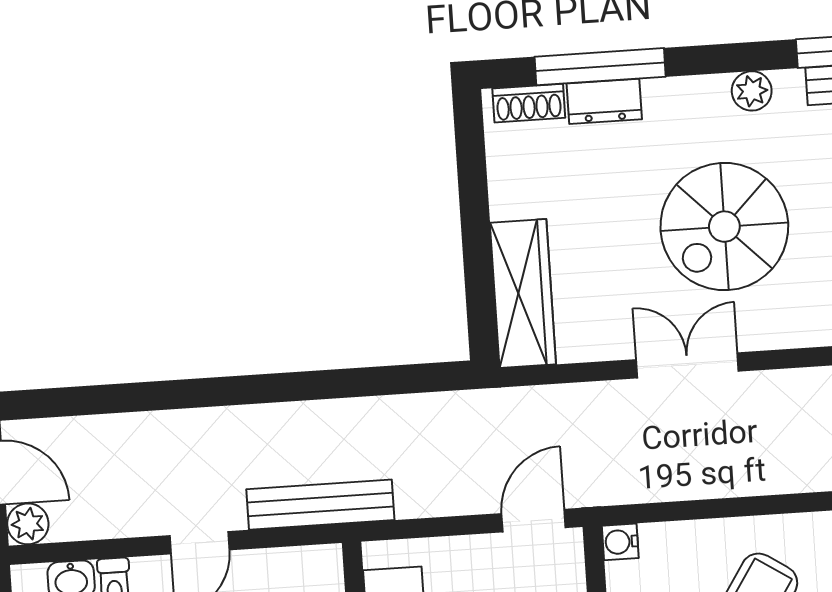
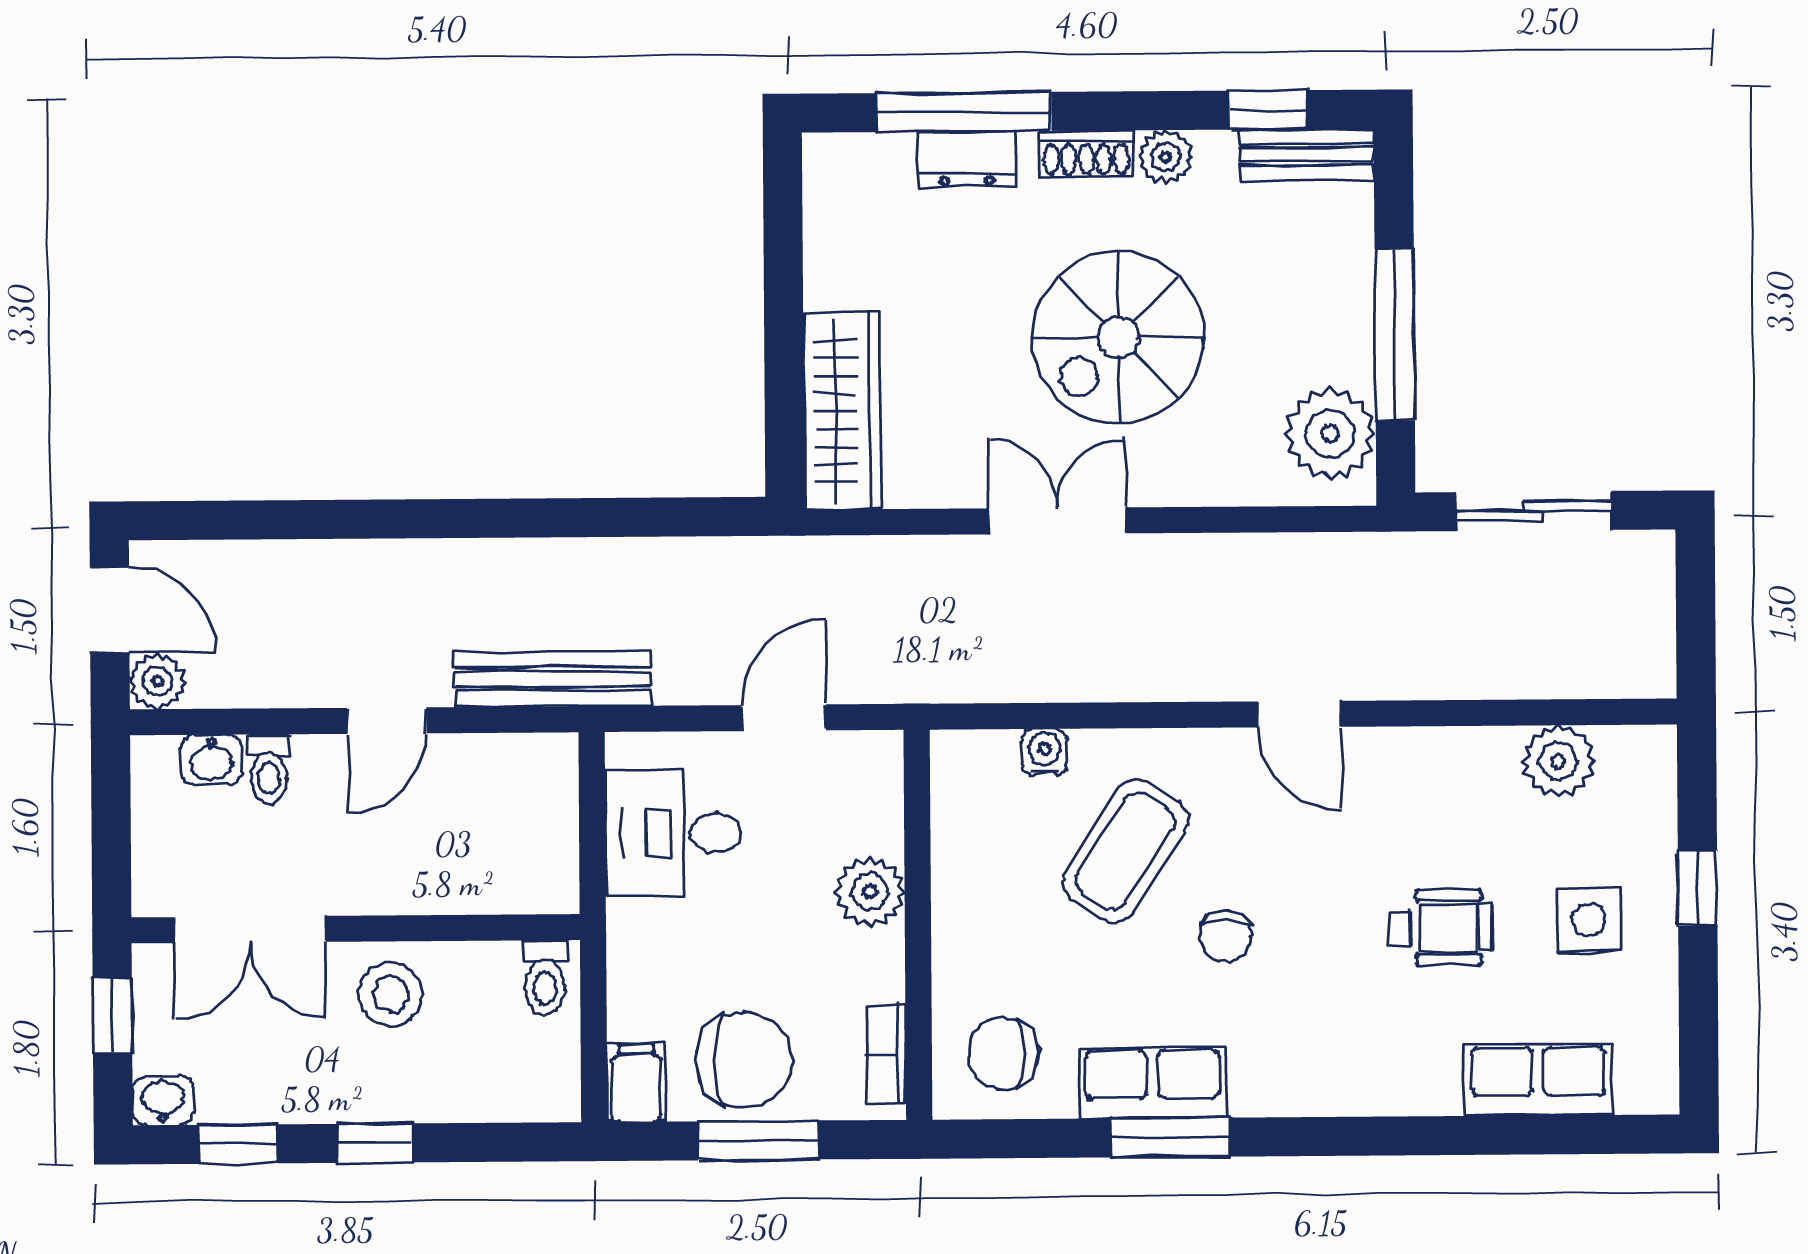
shoe rack: (529, 103) -> (1086, 154), moved
door: (534, 521) -> (784, 718), moved
water cooler: (620, 542) -> (1045, 752), moved, turned 90

